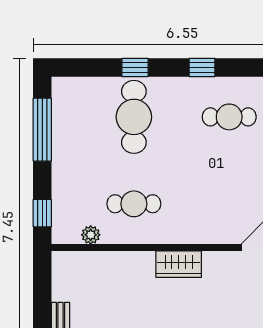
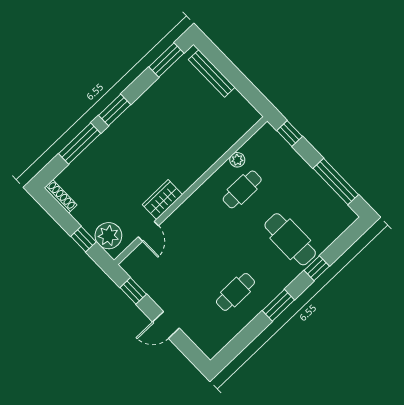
window: (202, 68) -> (278, 305), width x1.50
plant: (91, 235) -> (237, 160), moved
wardrobe: (179, 264) -> (162, 200), moved

